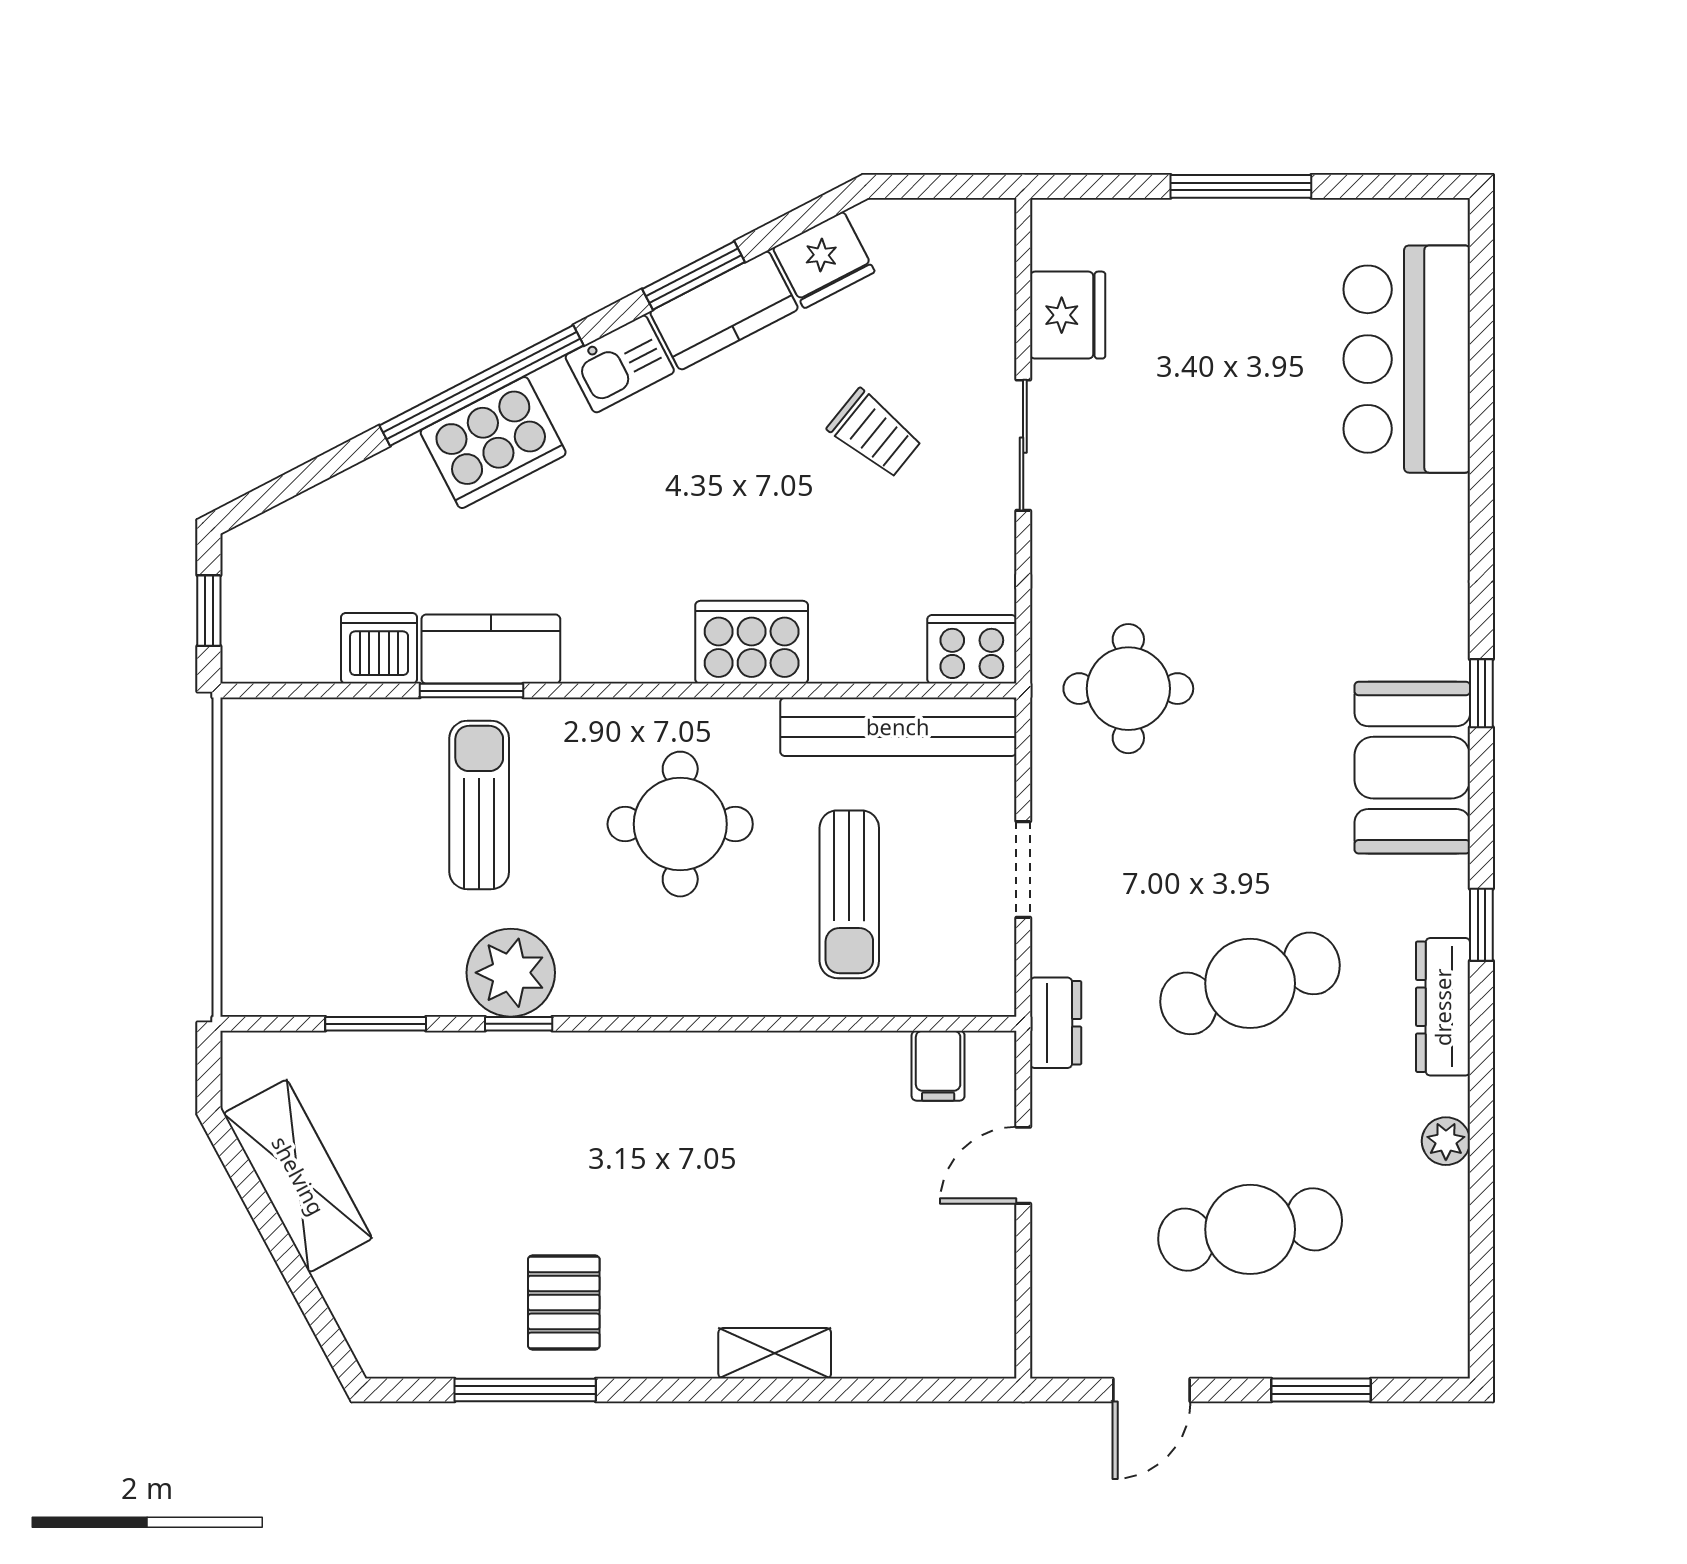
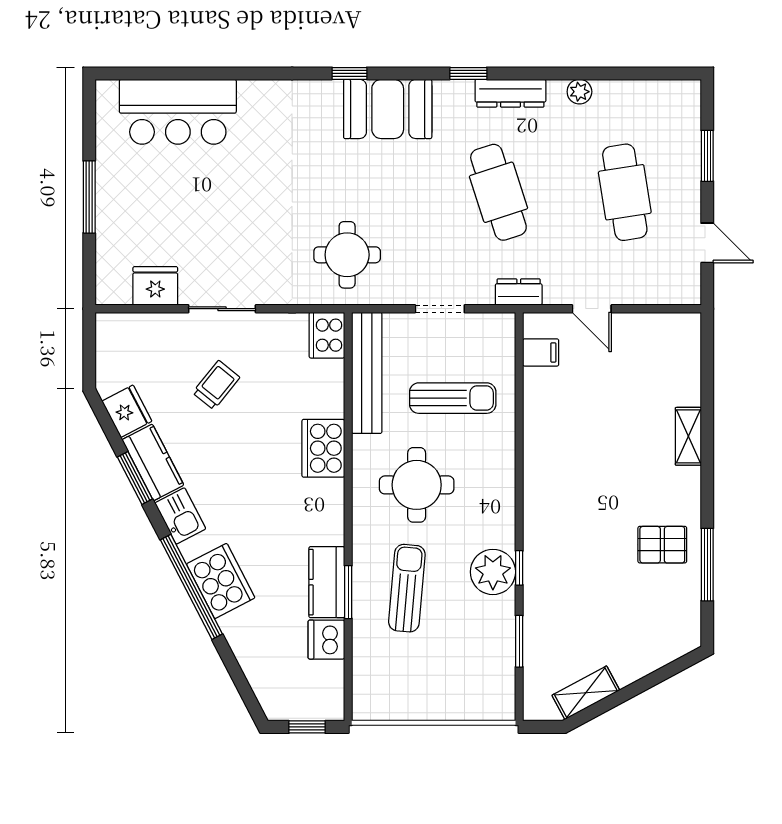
sun lounger: (479, 805) -> (407, 588), turned 95
shelving: (298, 1176) -> (586, 693), width x0.67, depth x0.75

